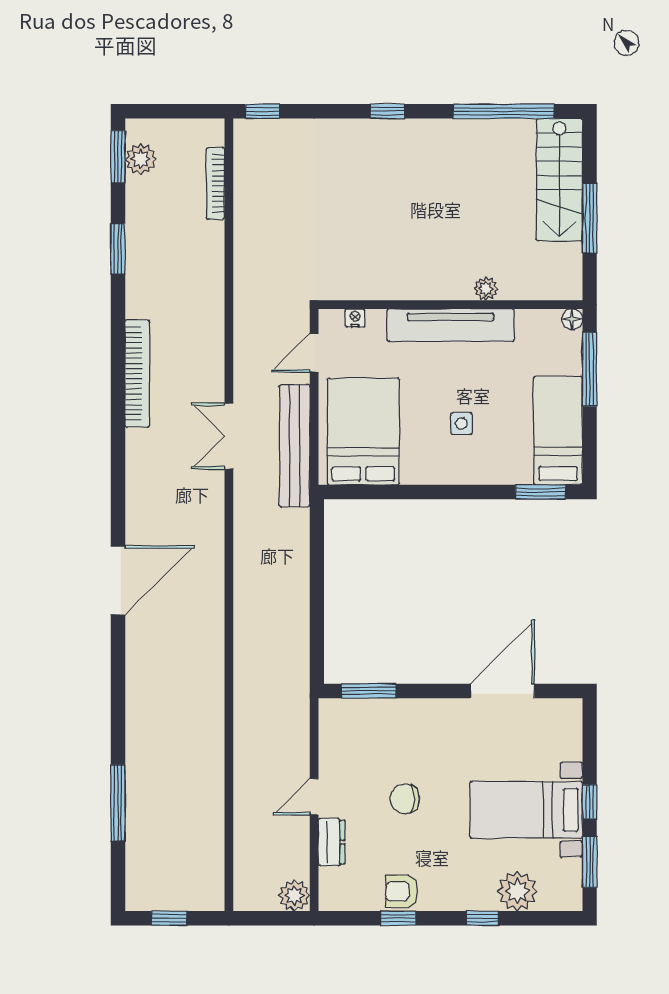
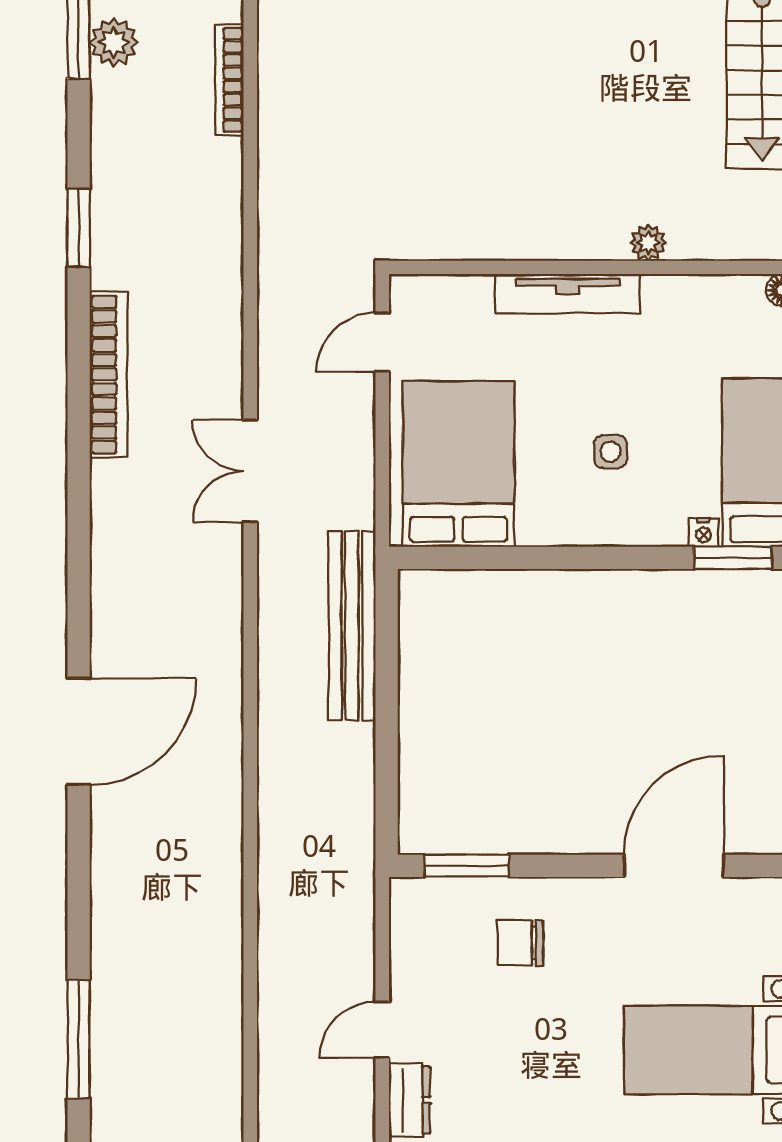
window: (118, 249) -> (79, 228), moved
nightstand: (355, 318) -> (704, 533), moved, turned 180
tv unit: (451, 325) -> (567, 294), width x0.73, depth x0.78
bench: (295, 446) -> (352, 626), moved
door: (118, 580) -> (79, 731), moved
chair: (405, 799) -> (520, 943), moved

